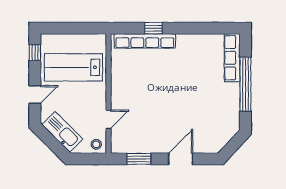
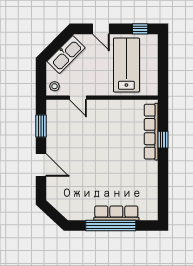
row of seats: (232, 58) -> (116, 213), moved

